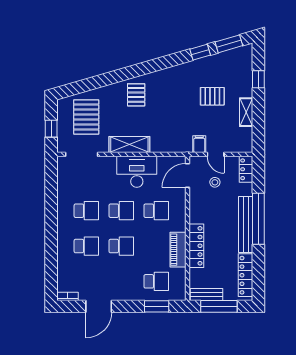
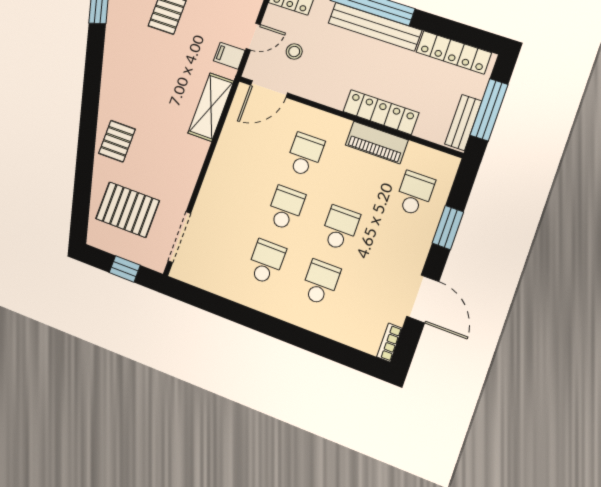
pallet: (136, 95) -> (117, 141), moved, turned 90
shelving: (129, 145) -> (211, 107), moved
desk: (137, 172) -> (236, 163), removed
door: (187, 175) -> (269, 89), hinge flipped
window: (157, 306) -> (448, 228), moved

